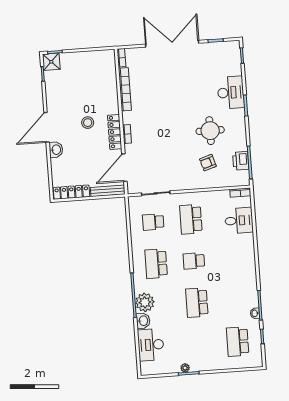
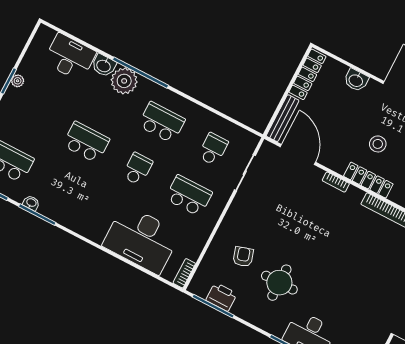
locker: (115, 132) -> (368, 180), moved
washbasin: (56, 150) -> (356, 80), moved
desk: (239, 221) -> (141, 239), width x1.87, depth x1.30

